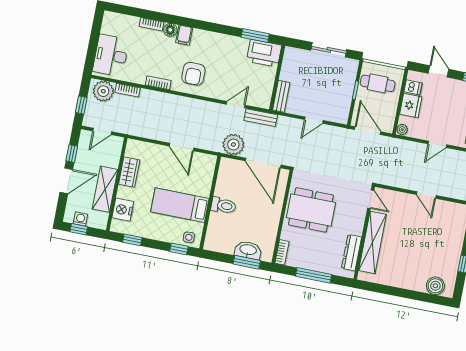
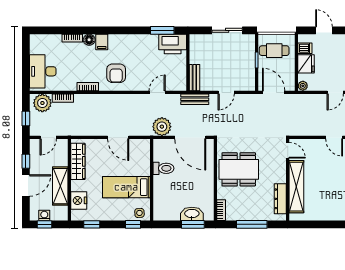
bench: (261, 118) -> (195, 99), moved
wardrobe: (129, 172) -> (78, 161), width x1.50
toilet: (223, 206) -> (164, 168), moved

